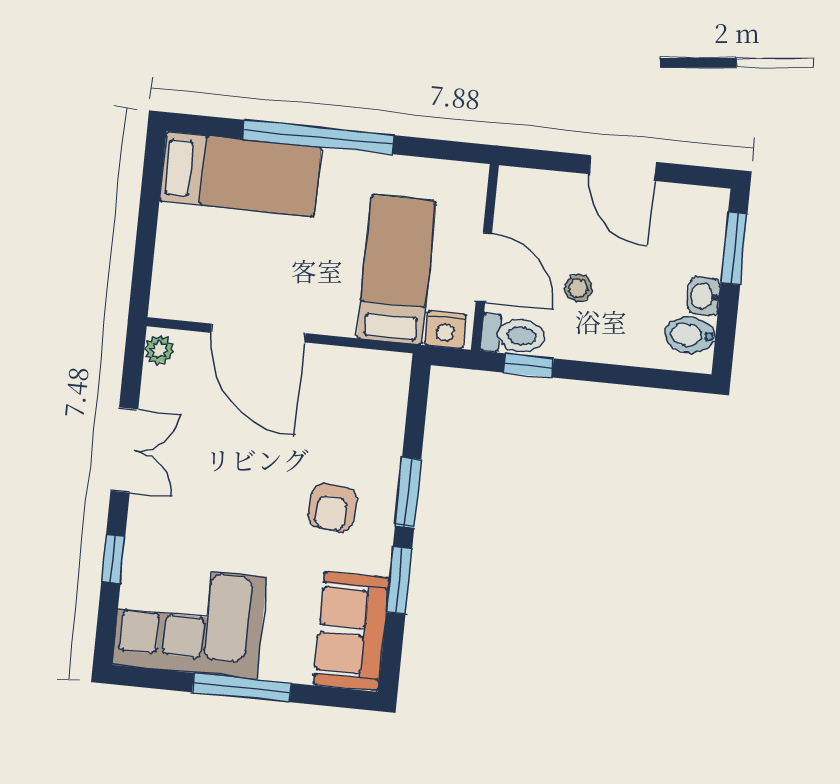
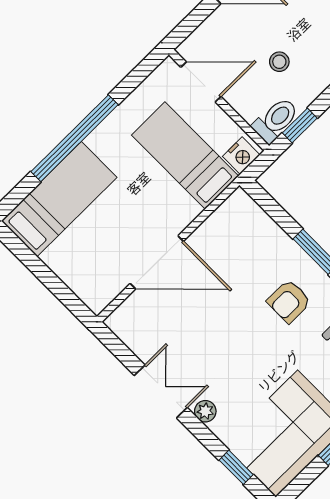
door: (484, 267) -> (201, 82), moved
plant: (159, 350) -> (205, 411), moved
armchair: (332, 508) -> (289, 301), turned 84
window: (113, 559) -> (236, 467), moved

